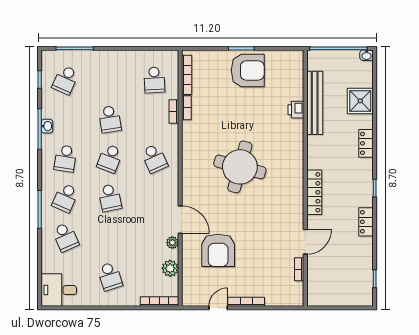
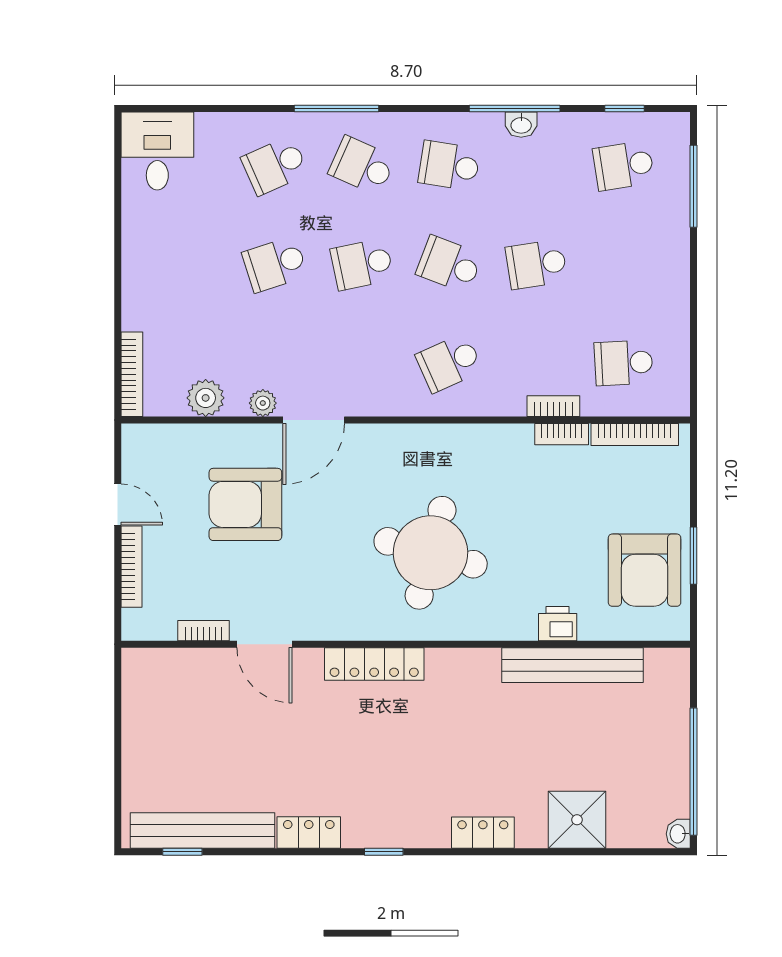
school desk: (65, 80) -> (624, 166), turned -33
bench: (315, 103) -> (573, 665), moved
printer: (296, 110) -> (558, 624), moved
wall: (305, 178) -> (406, 644), moved
locker: (314, 192) -> (374, 664), moved
door: (305, 242) -> (264, 644), moved
bookcase: (299, 269) -> (203, 631), moved
bench: (365, 270) -> (202, 831), added
school desk: (110, 276) -> (275, 264), moved

